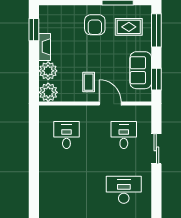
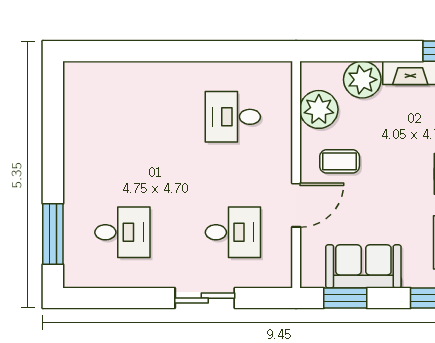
plant: (48, 92) -> (319, 109), moved
desk: (66, 135) -> (233, 117), turned 180
desk: (124, 190) -> (122, 232), width x0.73

